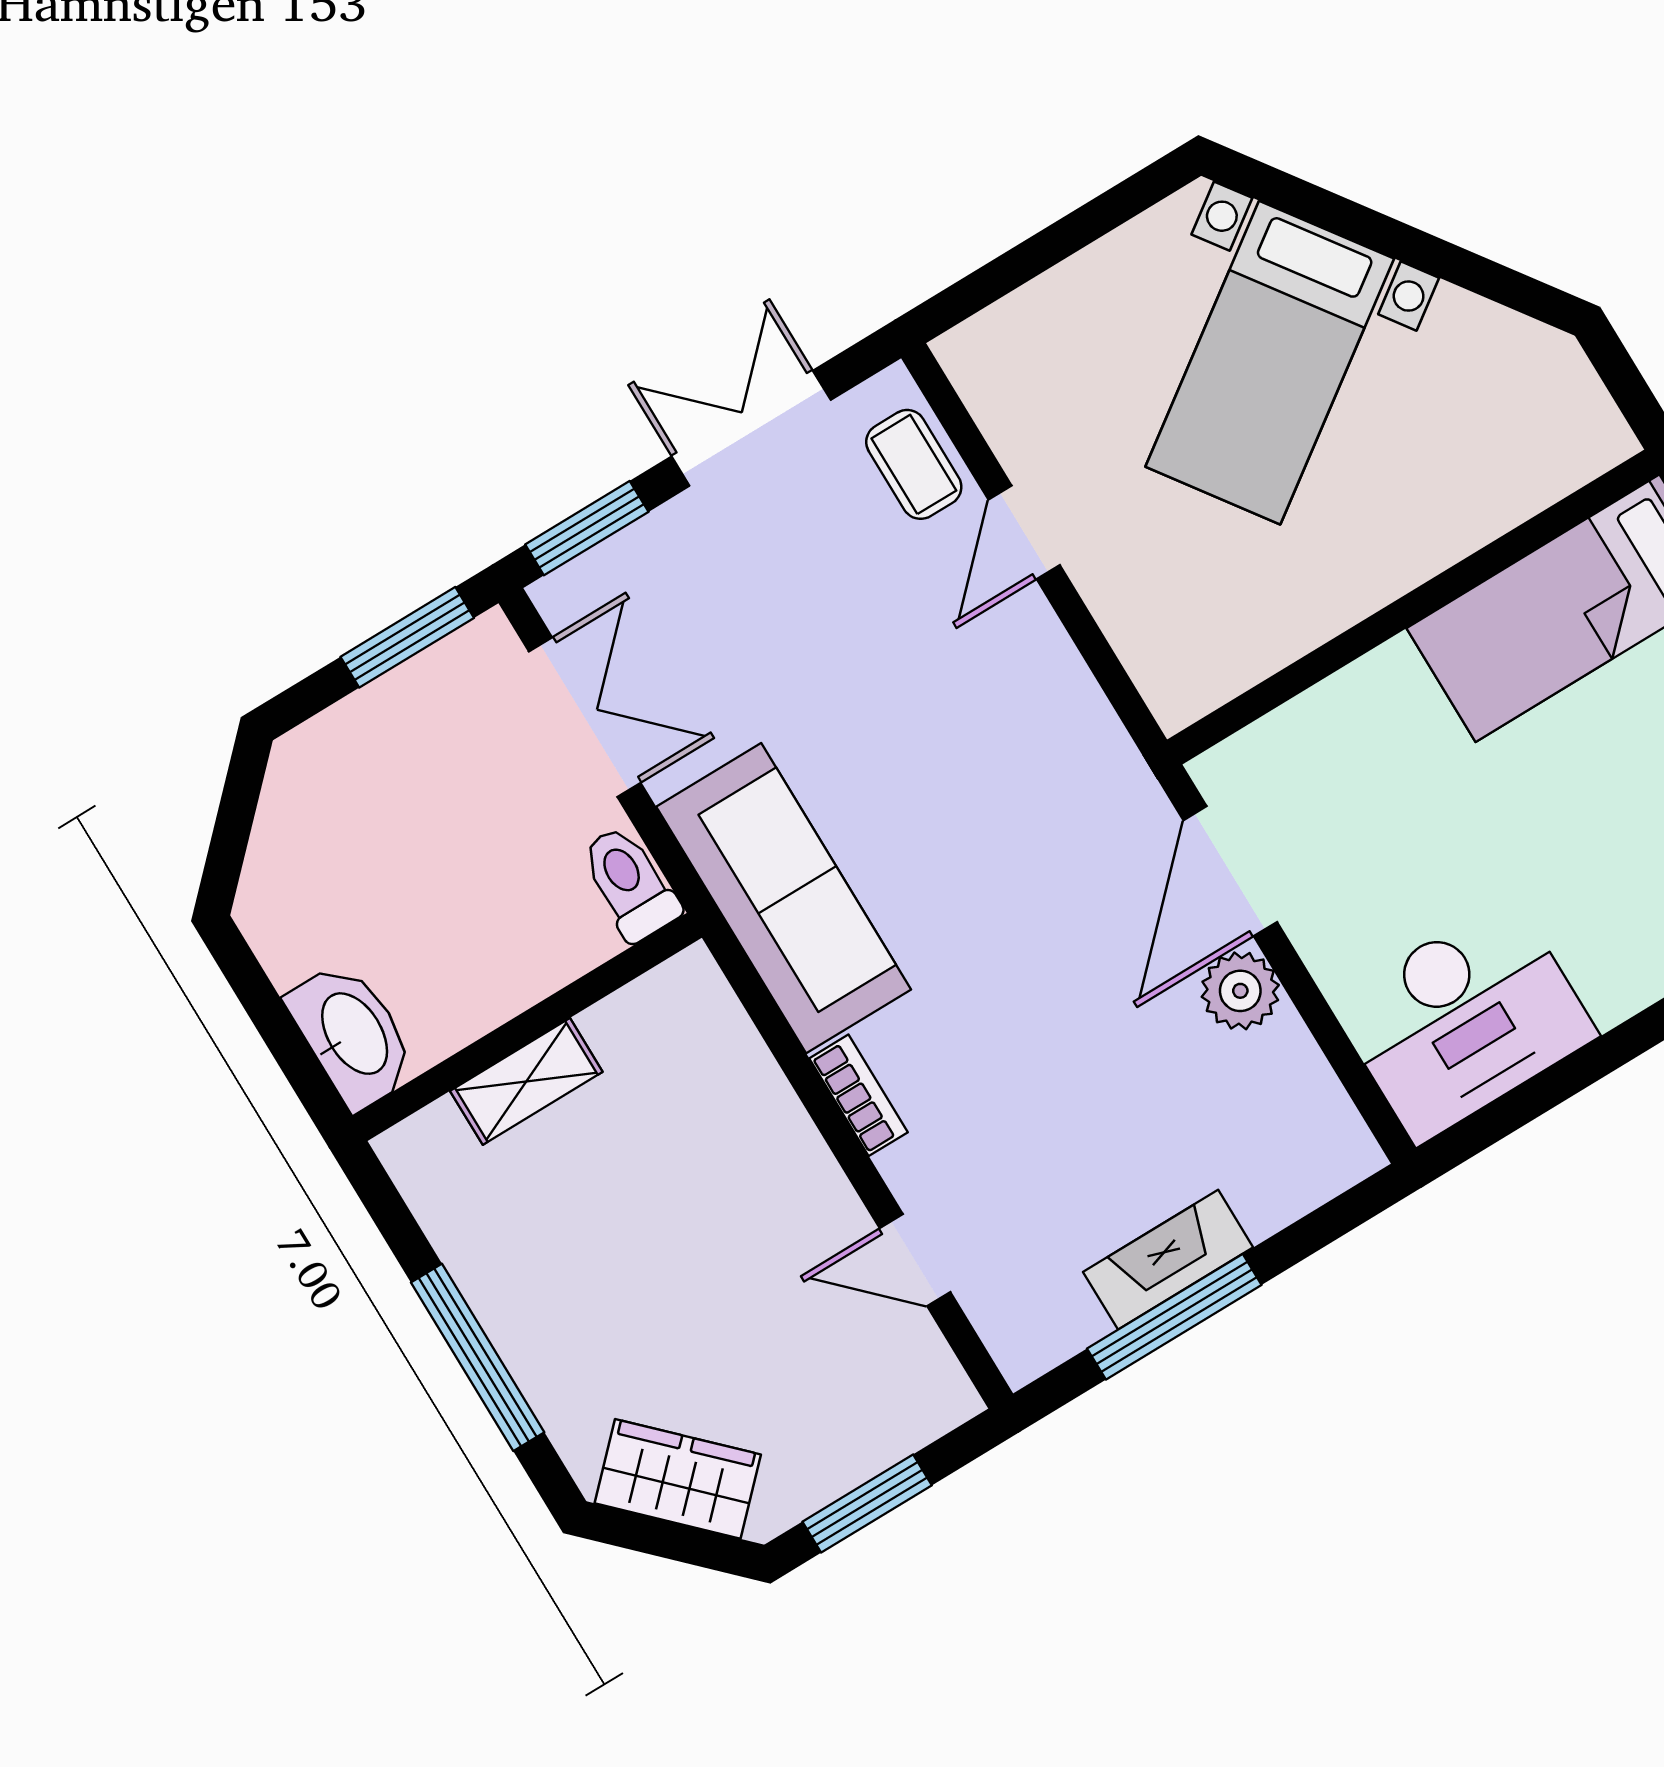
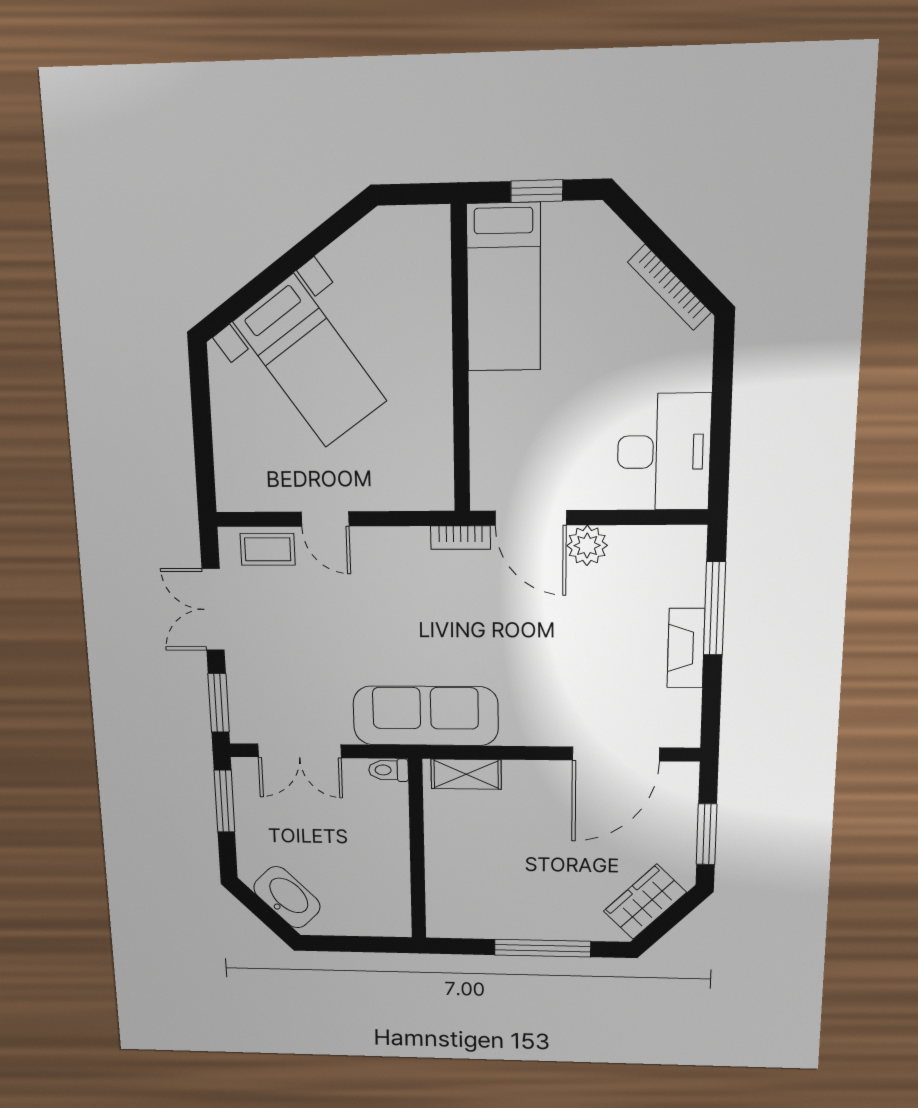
double door: (585, 717) -> (299, 751), swing flipped
toilet: (630, 883) -> (389, 770), width x0.73, depth x0.72
washbasin: (352, 1035) -> (287, 897), moved, turned 45
shelving: (526, 1081) -> (466, 774), moved, turned 90
bookcase: (859, 1095) -> (461, 538), moved, turned 180
door: (915, 1260) -> (616, 754), width x1.88
window: (1174, 1317) -> (714, 609), moved

